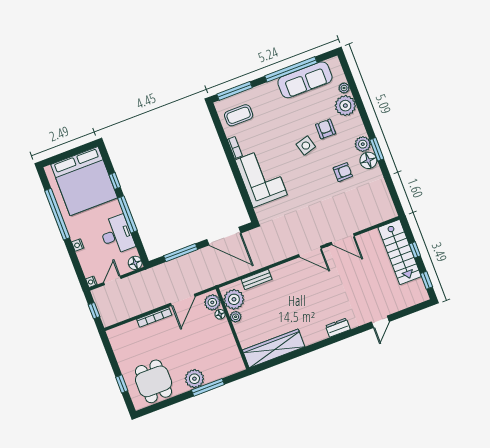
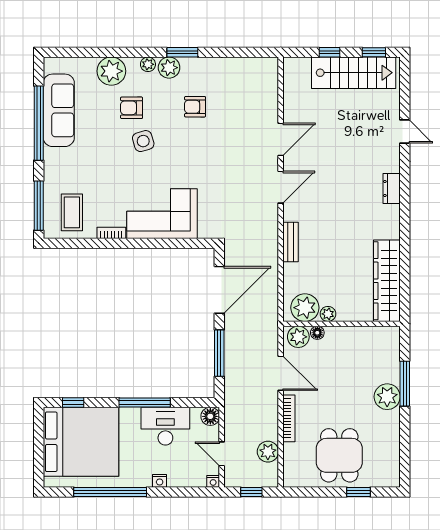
plant: (344, 88) -> (148, 64), moved
floor lamp: (368, 160) -> (193, 68), removed
armchair: (343, 172) -> (195, 107), turned -90
window: (115, 181) -> (73, 403), moved
stairs: (400, 252) -> (354, 73), moved
bench: (257, 279) -> (290, 242), moved
plant: (126, 311) -> (268, 452), added
dining table: (154, 381) -> (339, 455), moved, turned 90

